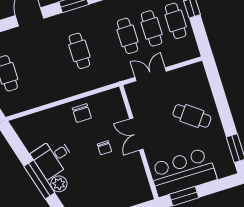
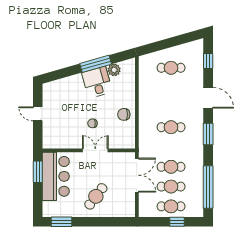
double door: (151, 74) -> (137, 175), width x1.37
window: (39, 179) -> (96, 64), moved
plant: (59, 184) -> (114, 70), moved

